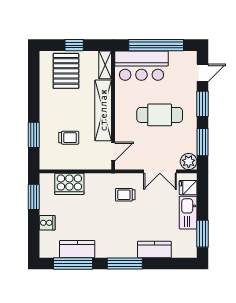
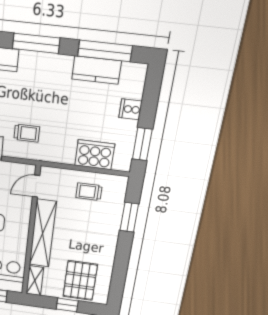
trolley: (69, 138) -> (89, 192), moved

